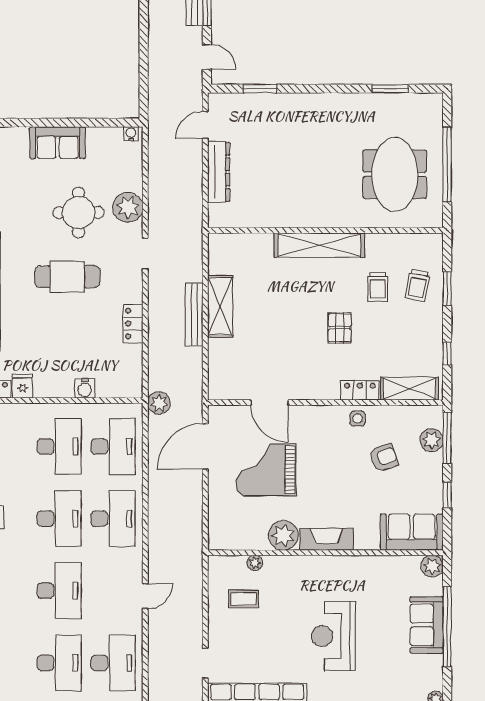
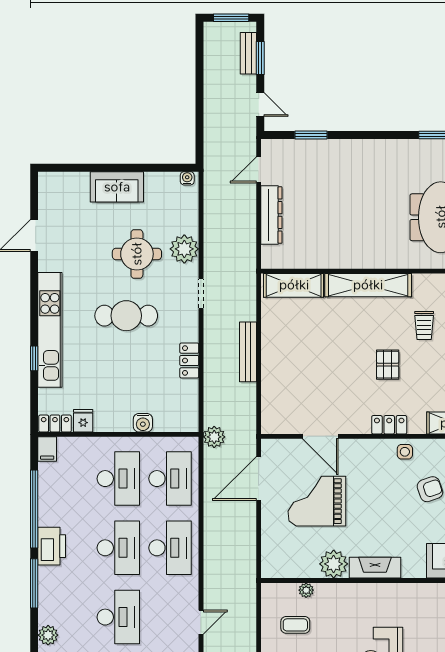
shelving: (220, 306) -> (294, 285), moved, turned 90
locker: (360, 390) -> (389, 425), moved

